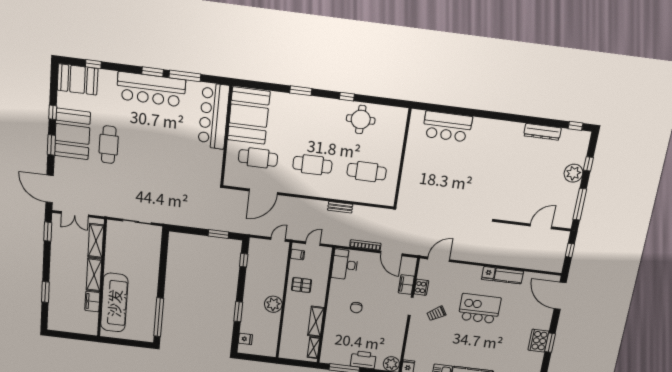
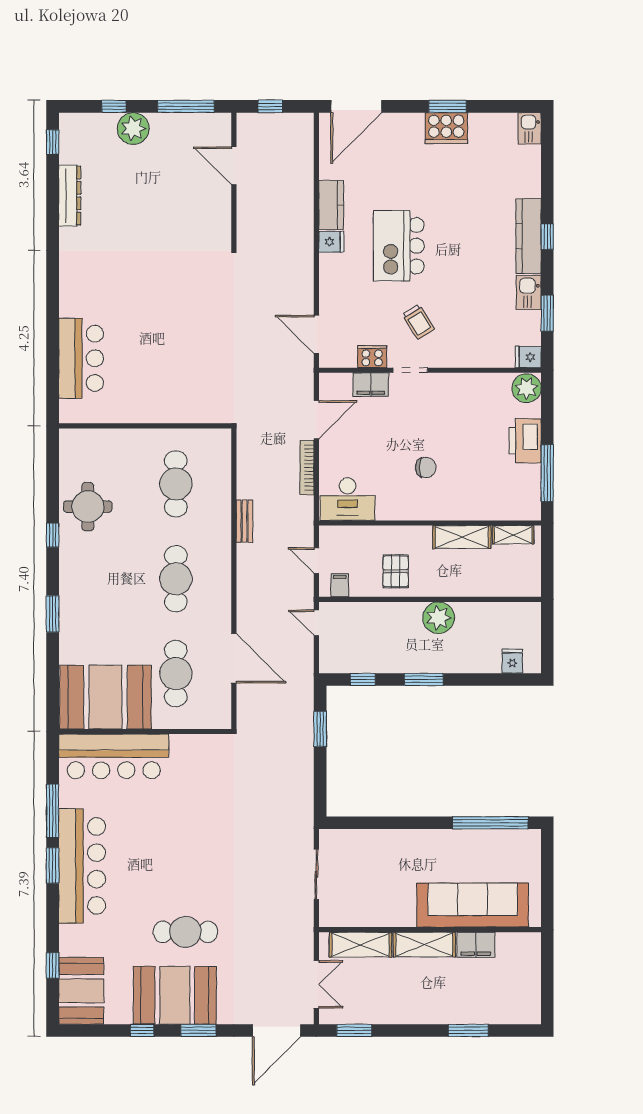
window: (238, 312) -> (424, 679), moved

